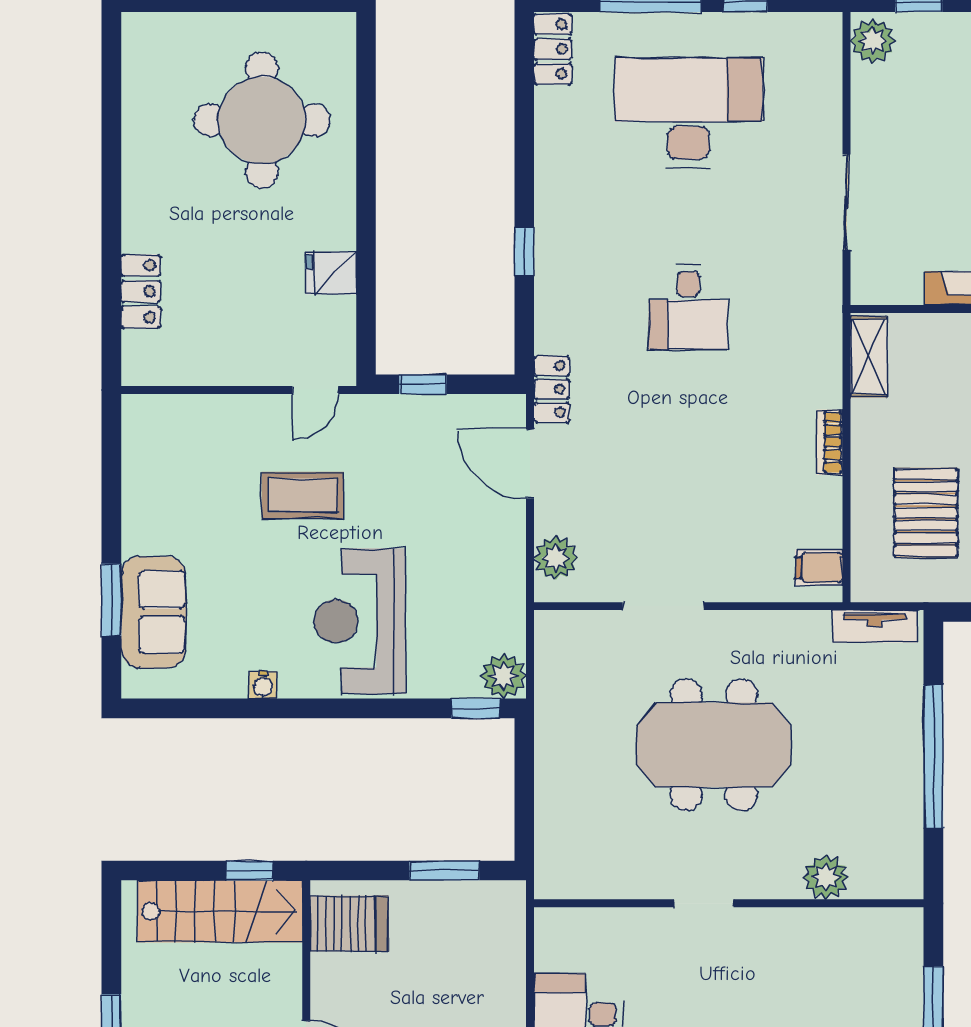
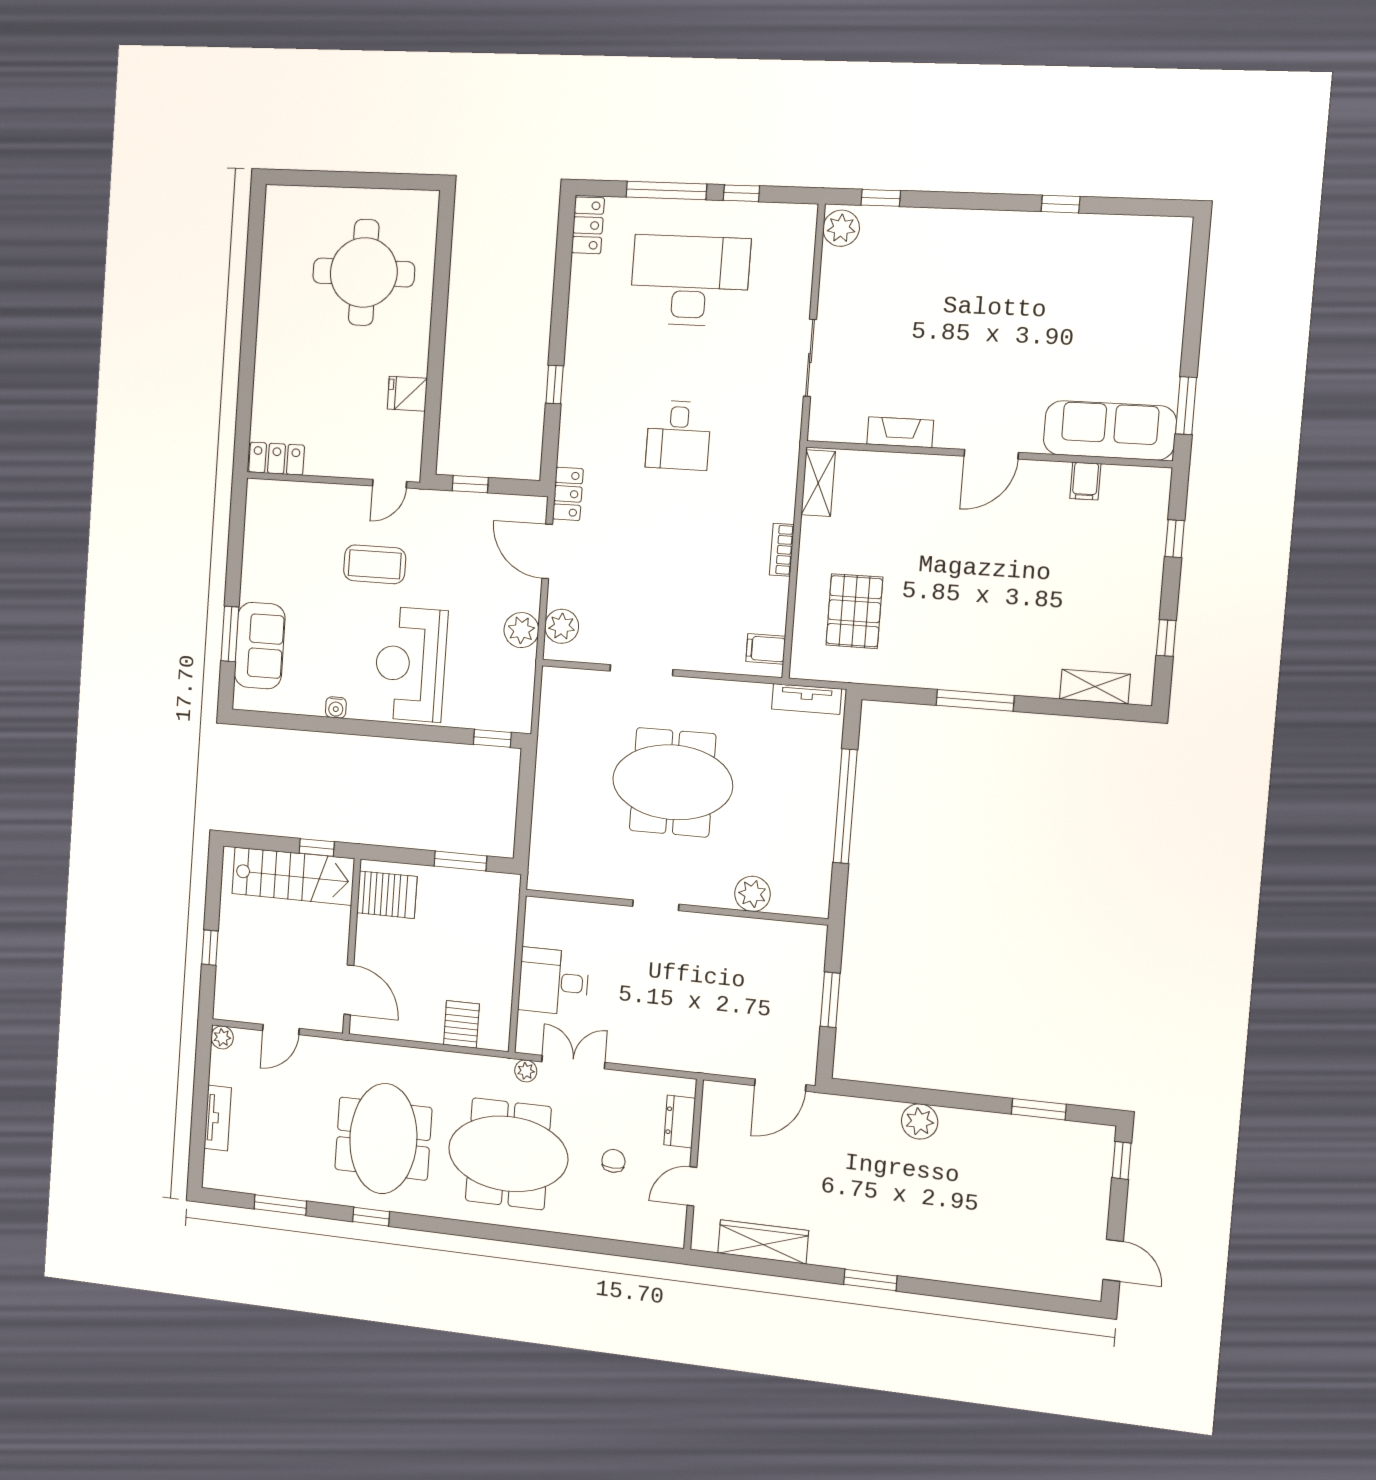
locker: (141, 291) -> (276, 459), moved, turned -90
plant: (504, 676) -> (521, 630), moved

